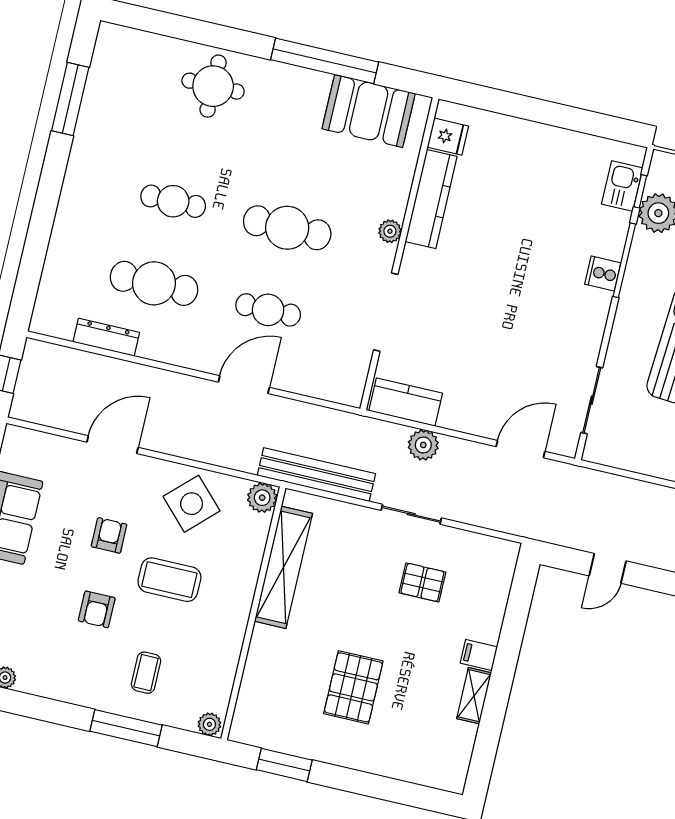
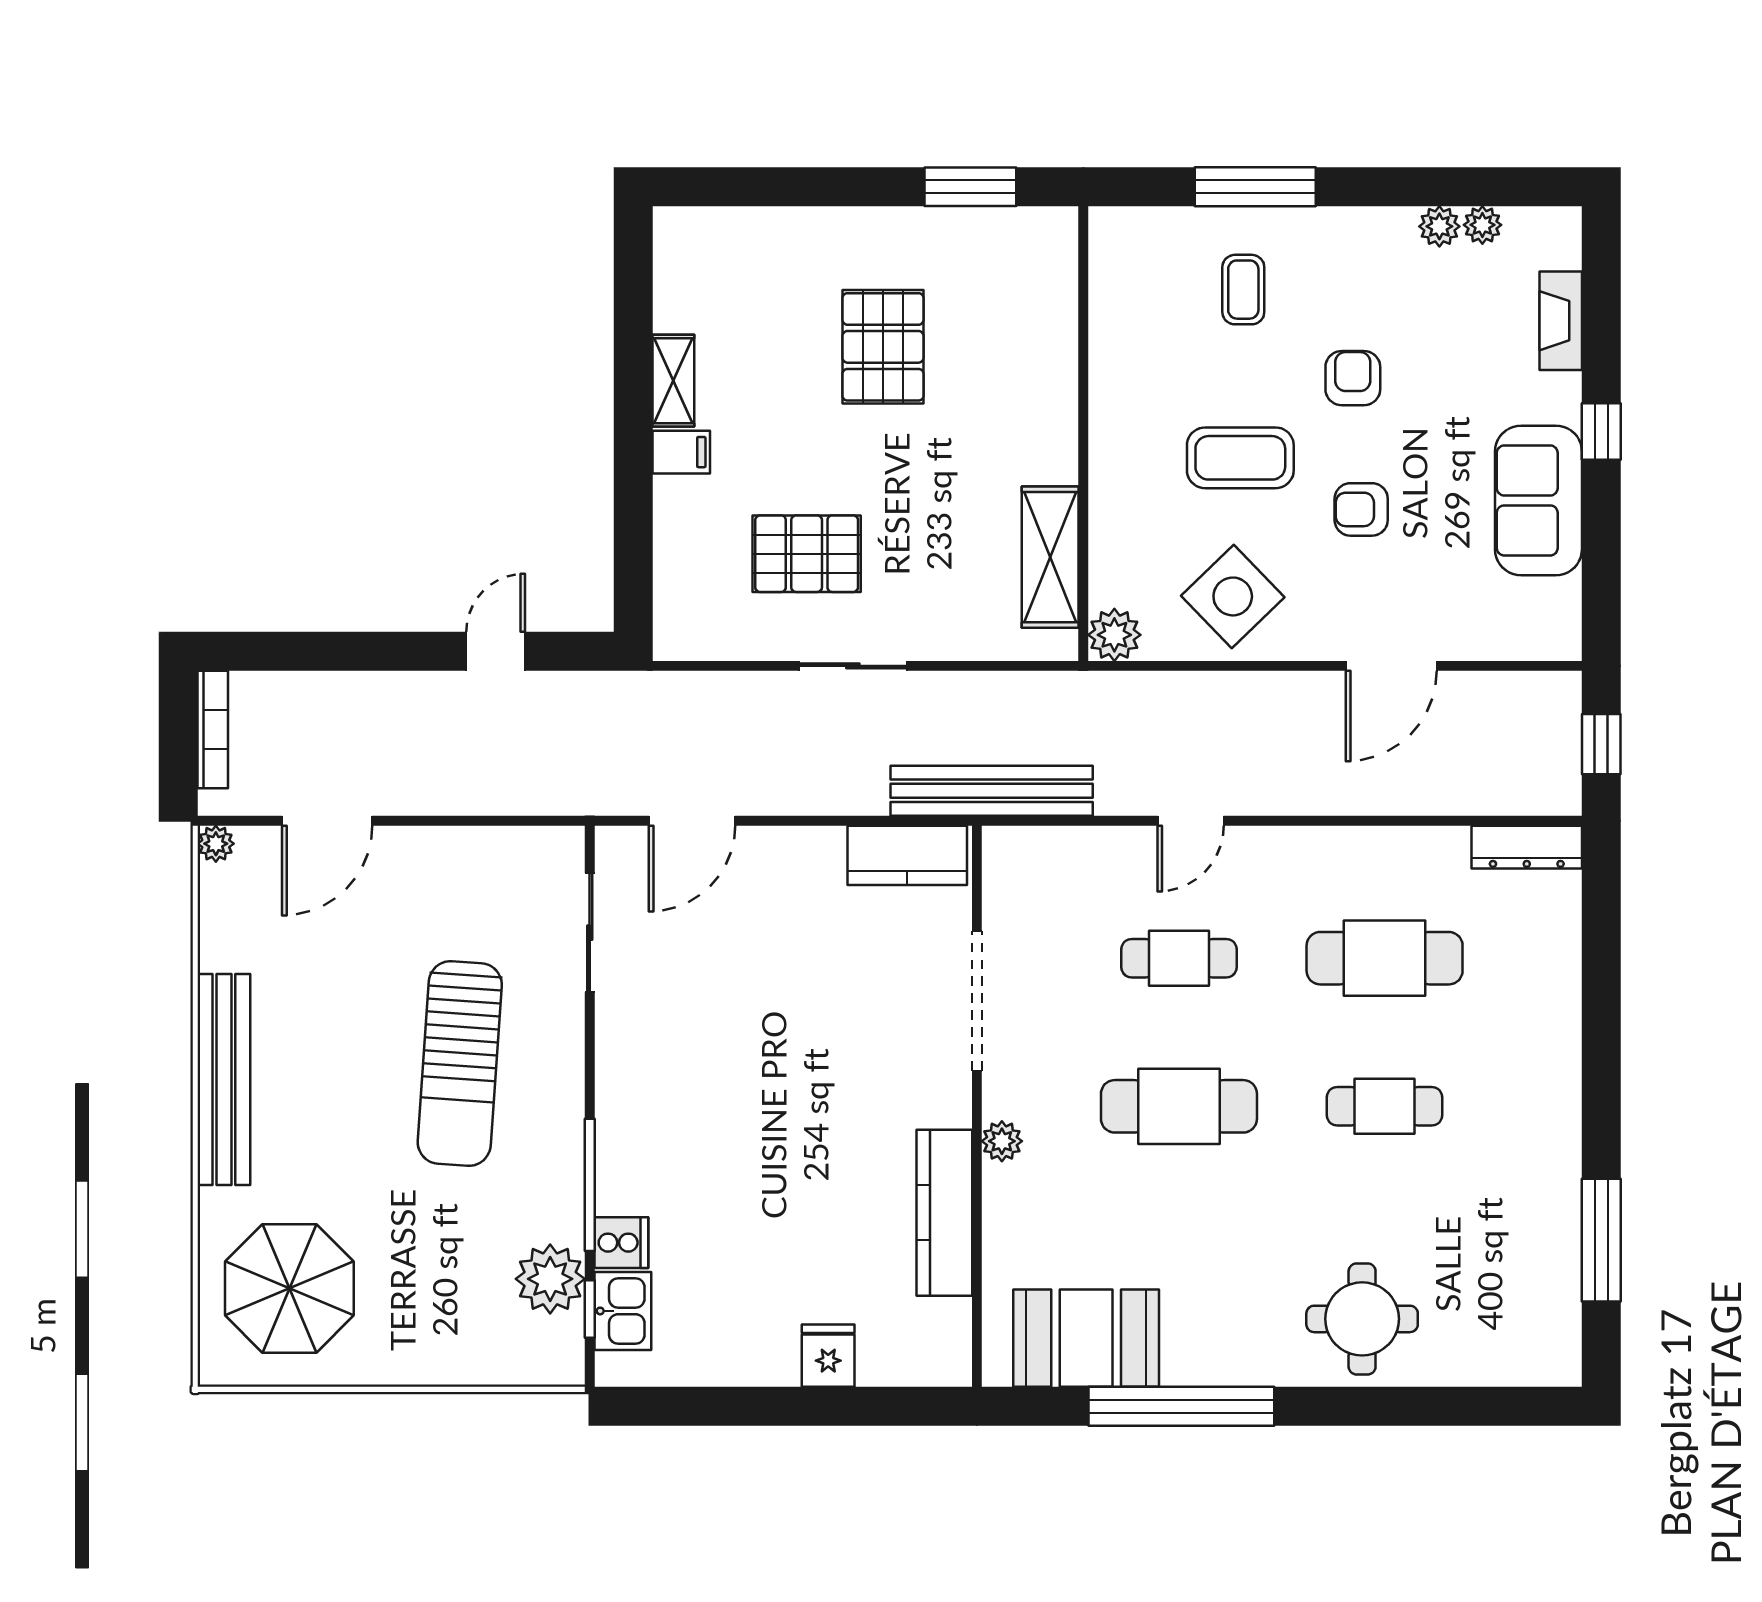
fridge: (448, 137) -> (828, 1356), moved, turned 90
cooker: (603, 274) -> (621, 1243), moved
dresser: (106, 337) -> (1527, 847), moved
door: (244, 385) -> (1191, 821), width x0.73
plant: (423, 445) -> (860, 789), removed
bench: (316, 475) -> (992, 791), moved
armchair: (109, 535) -> (1361, 509), turned 90
shelving: (283, 567) -> (1050, 557), width x0.68
pallet: (422, 582) -> (807, 554), width x1.50, depth x1.42
plant: (209, 724) -> (1439, 226), moved

